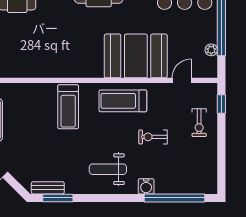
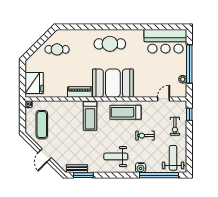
booth: (136, 56) -> (113, 83), moved
piano: (52, 70) -> (80, 92), added
weight bench: (196, 171) -> (173, 158), added

